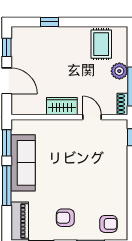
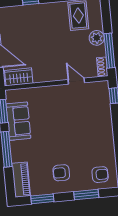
wardrobe: (62, 106) -> (19, 77), moved
sofa: (23, 163) -> (18, 121), width x0.73

